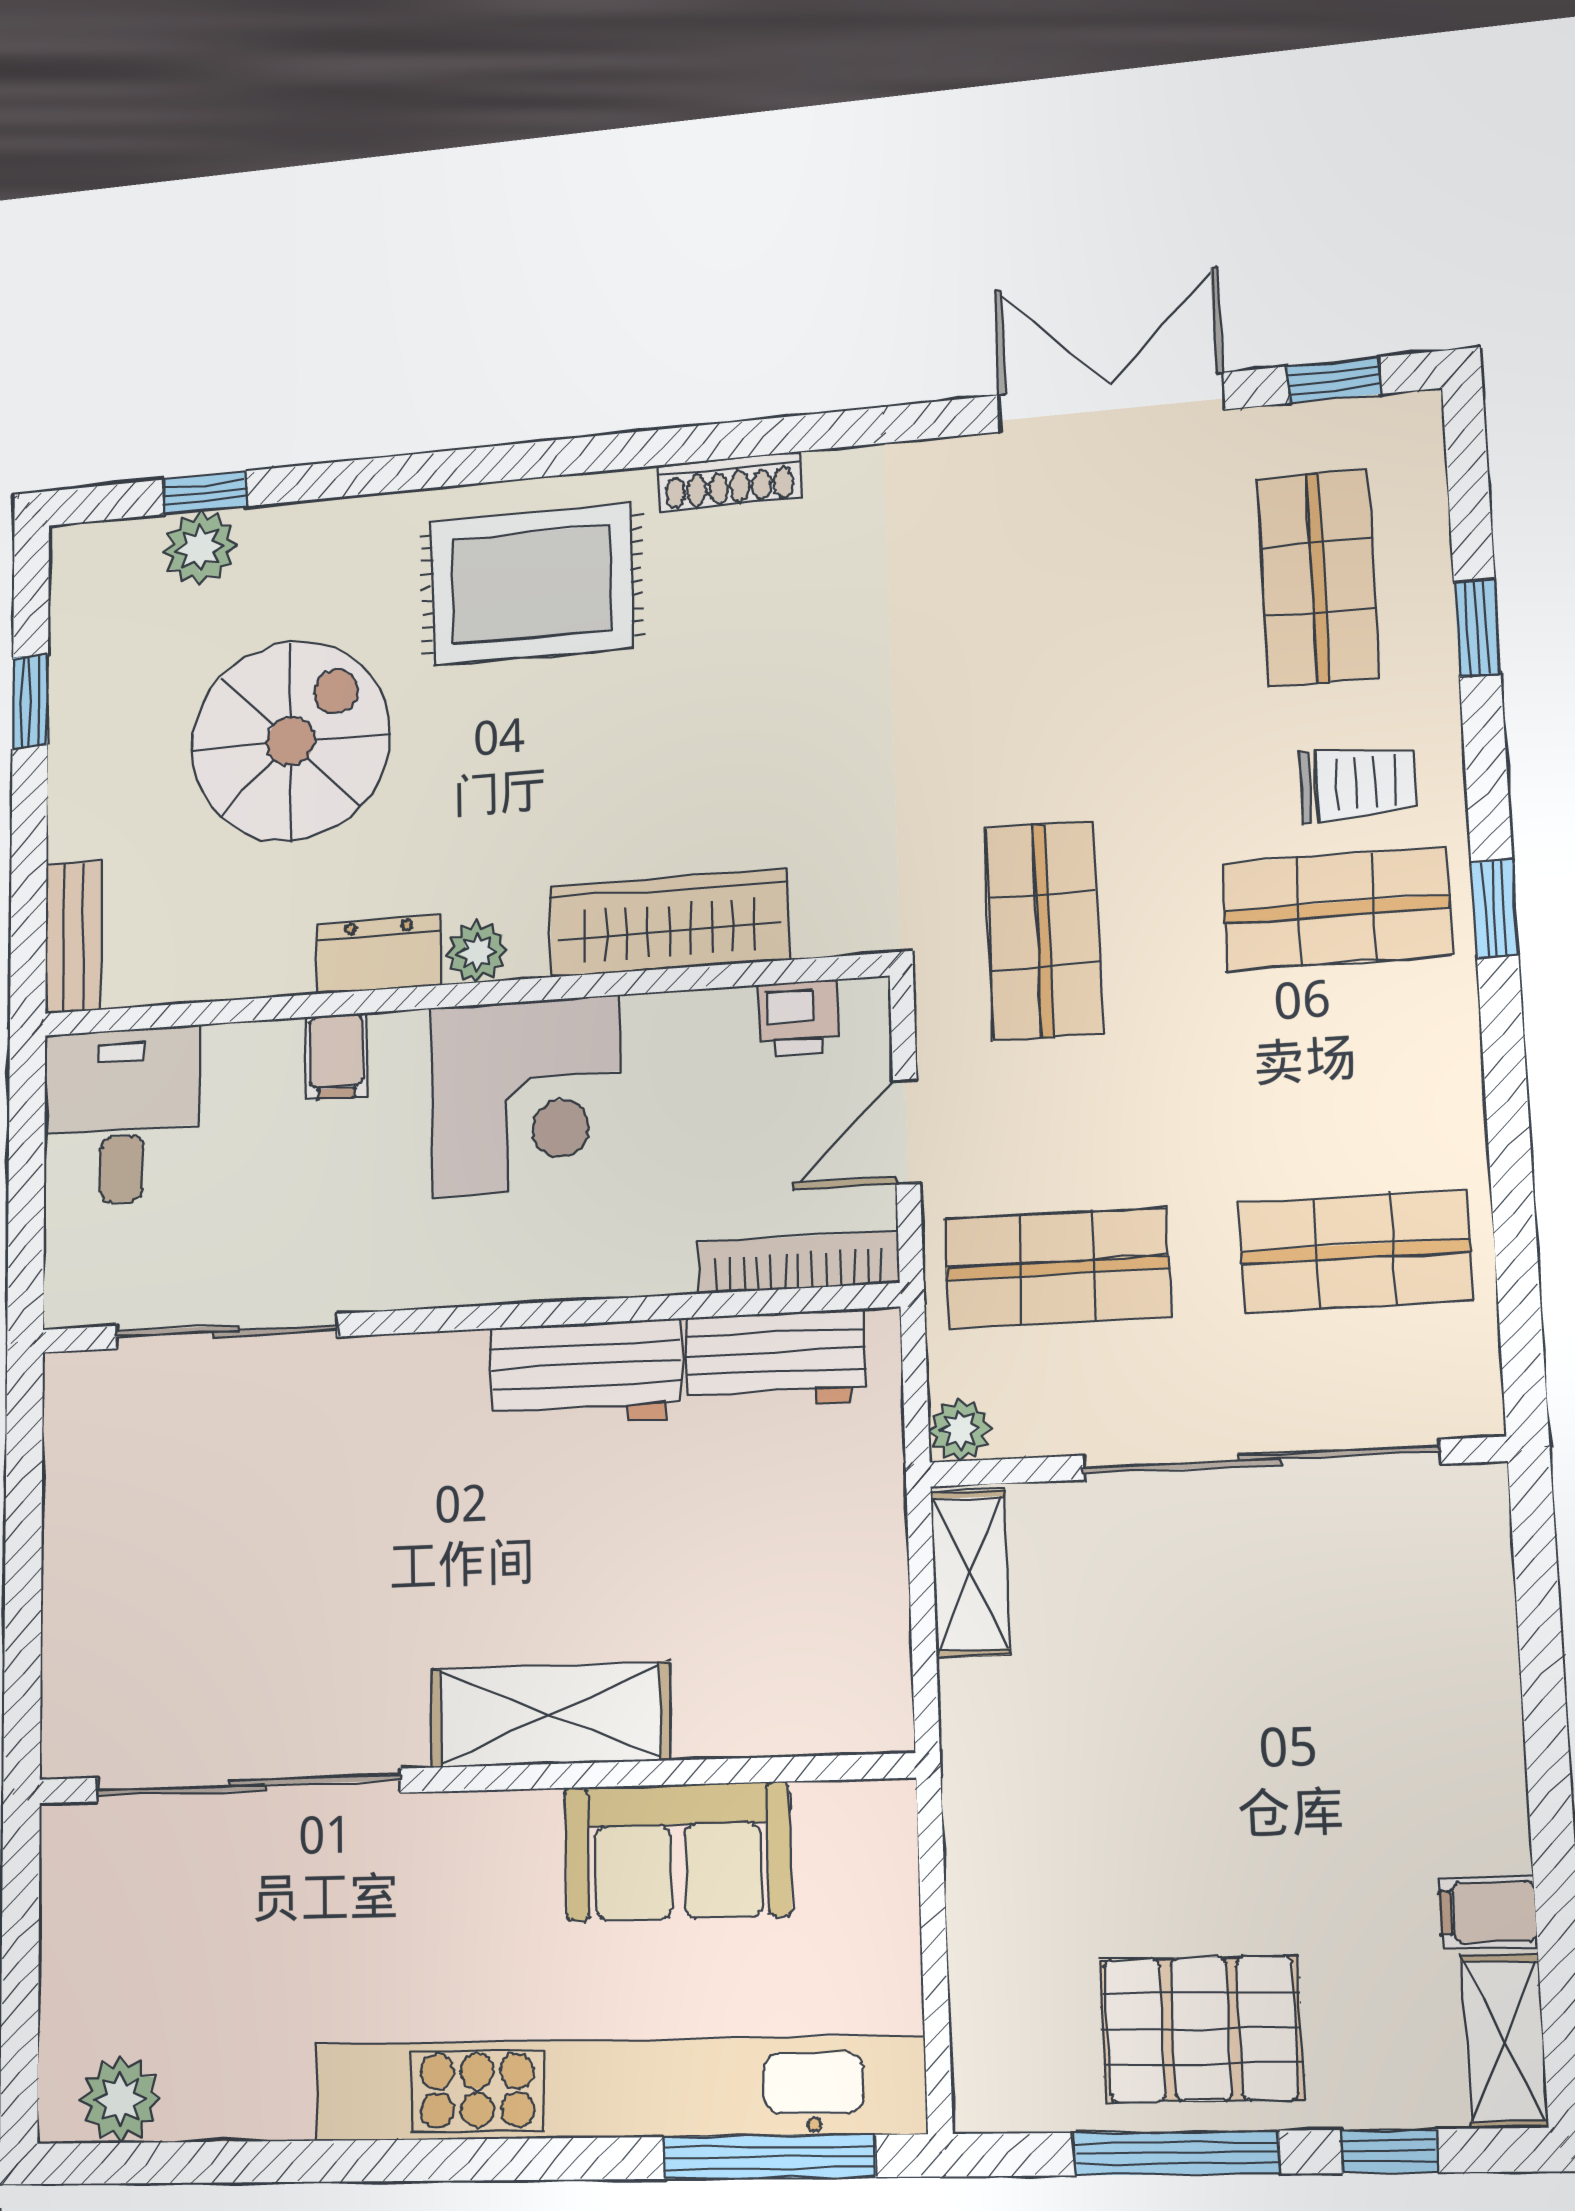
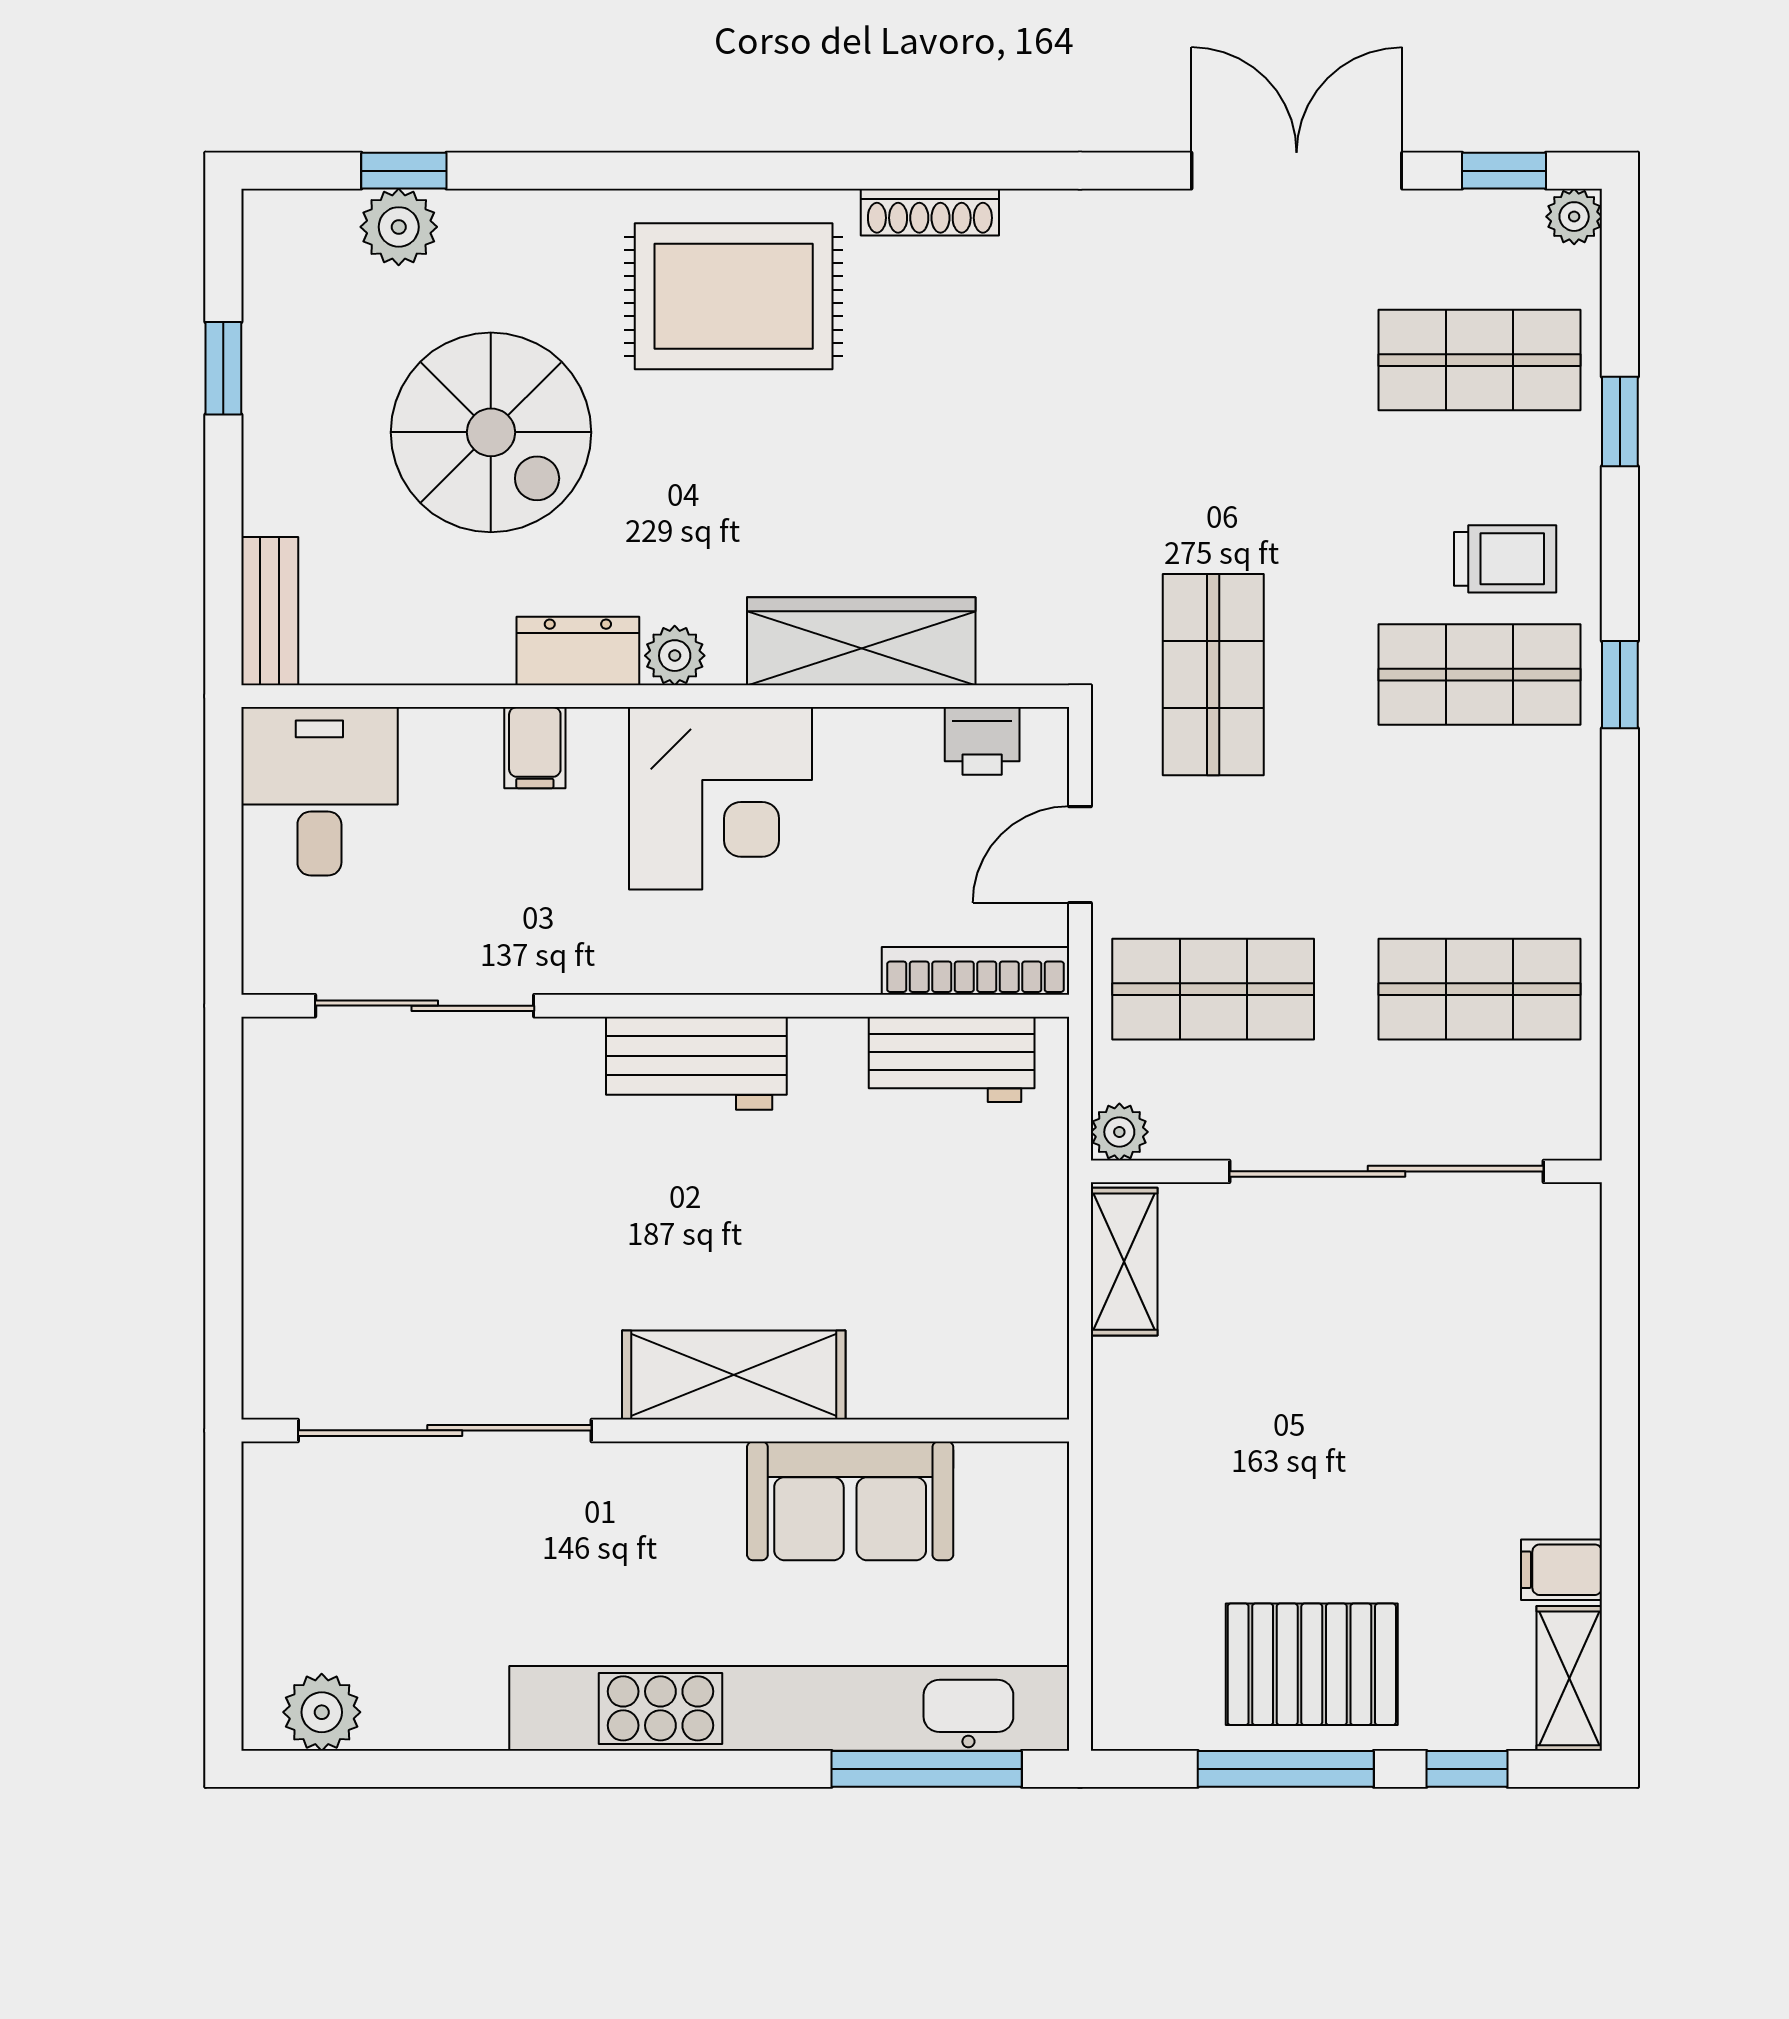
plant: (1413, 419) -> (1574, 217), added
shop shelf: (1318, 577) -> (1480, 360), turned 90
spiral stairs: (291, 741) -> (491, 432), turned 90
workbench: (586, 1373) -> (696, 1063), moved

